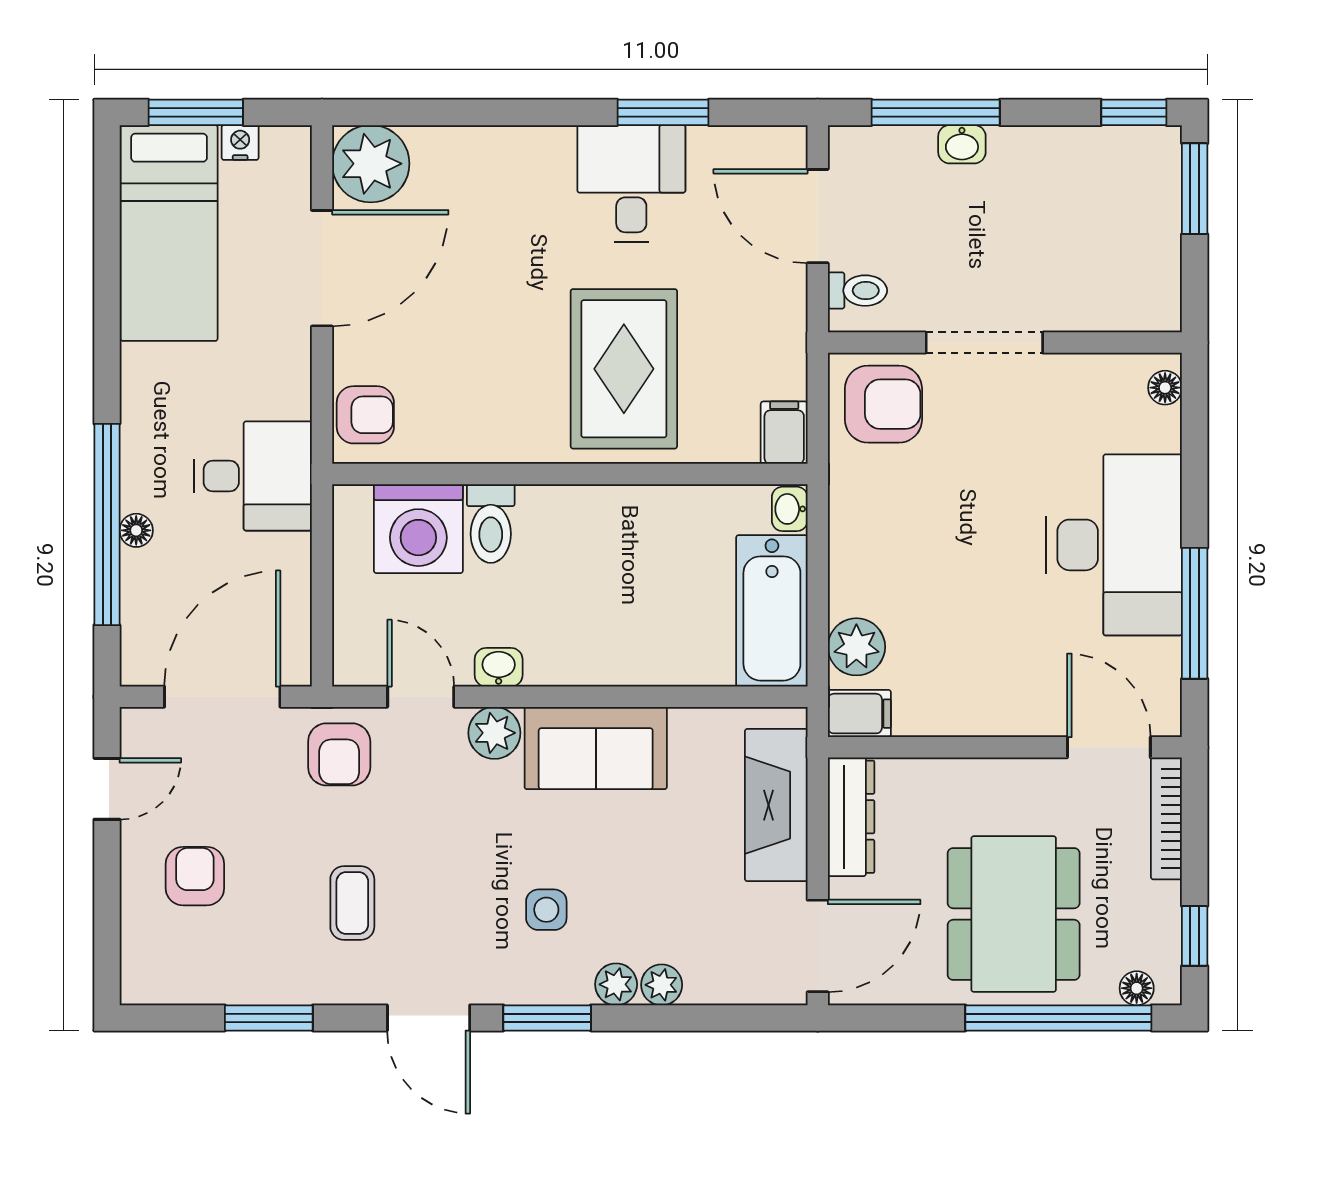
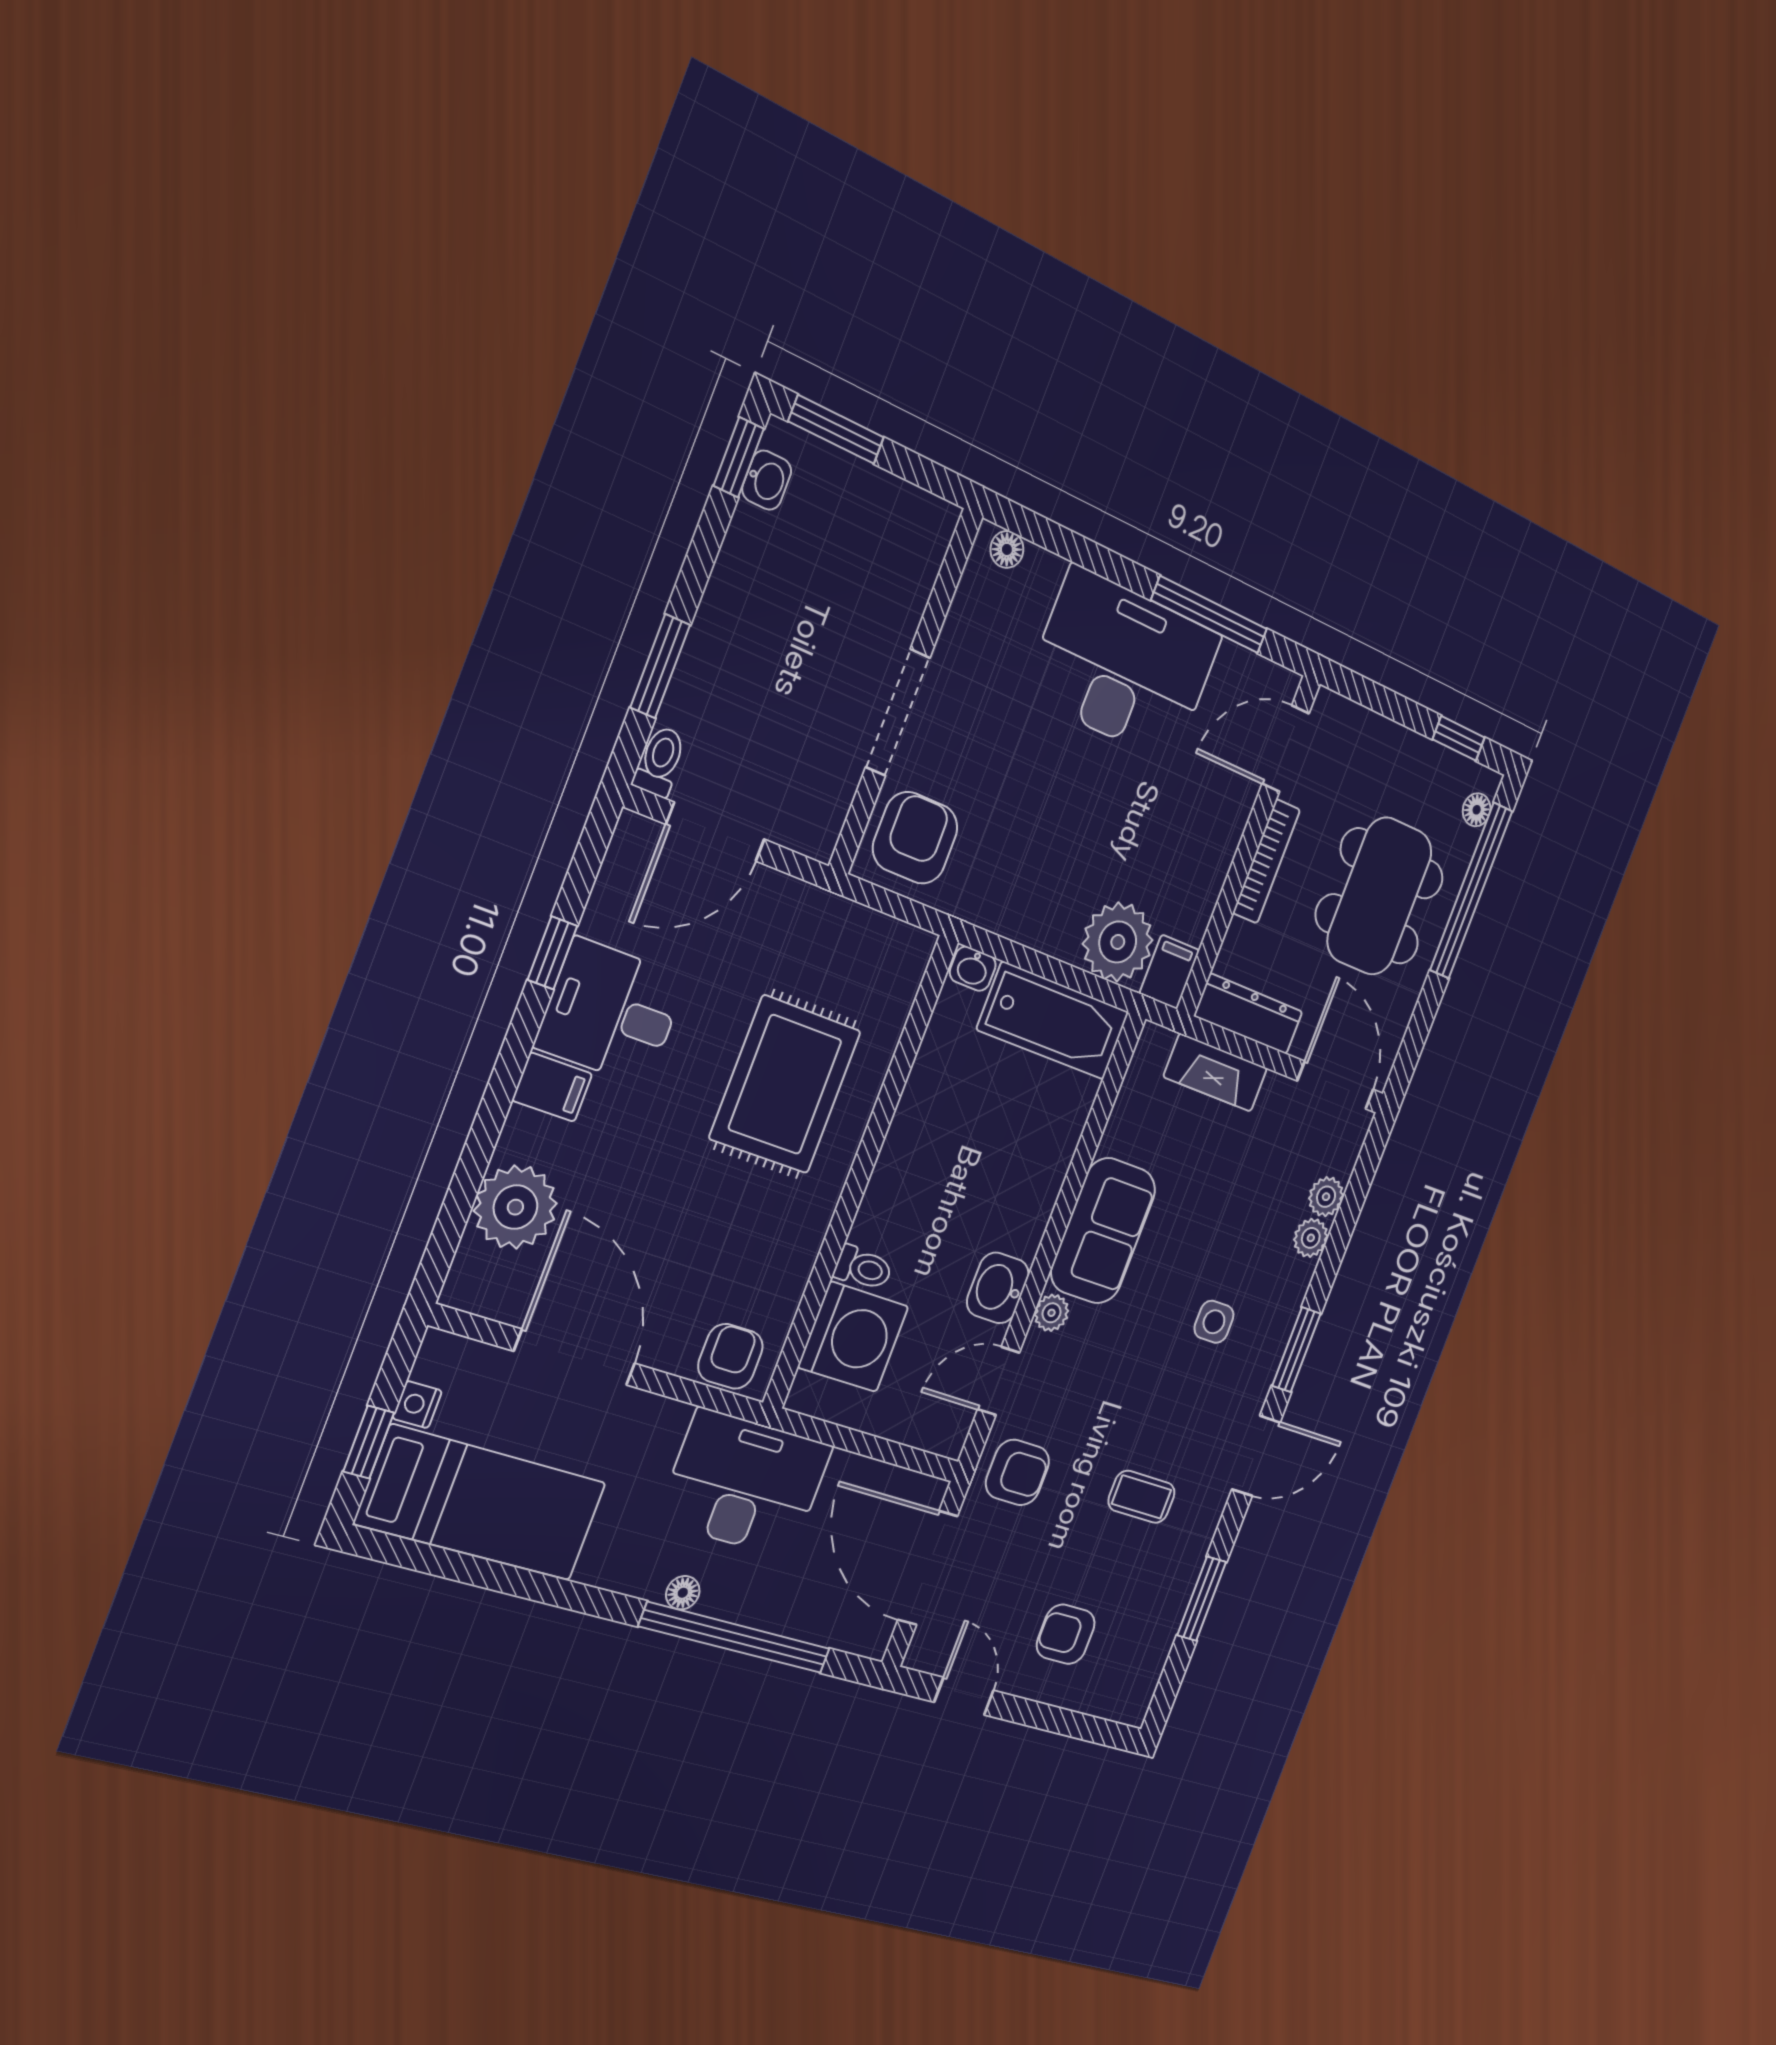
window: (196, 112) -> (369, 1442), width x0.67
window: (663, 112) -> (552, 953), width x0.67
window: (936, 112) -> (660, 666), width x0.69
washbasin: (962, 144) -> (767, 480), moved
plant: (371, 164) -> (515, 1207), moved
toilet: (857, 291) -> (660, 761), moved
rug: (624, 369) -> (785, 1085), turned 90
filing cabinet: (784, 433) -> (552, 1087), moved, turned 180
desk: (253, 476) -> (745, 1484), width x1.37
toilet: (491, 524) -> (863, 1268), width x0.73, depth x0.72
floor lamp: (136, 530) -> (683, 1593), moved
plant: (856, 647) -> (1118, 942), width x1.36, depth x1.36
washbasin: (499, 667) -> (998, 1288), width x1.38, depth x1.45
plant: (494, 733) -> (1052, 1313), width x0.73, depth x0.73
fireplace: (776, 805) -> (1215, 1073), width x0.73, depth x0.76
bookcase: (1166, 818) -> (1266, 861), moved, turned -90
dining table: (1014, 914) -> (1379, 896), turned 90
plant: (616, 984) -> (1326, 1197), moved

